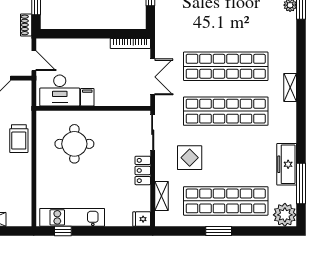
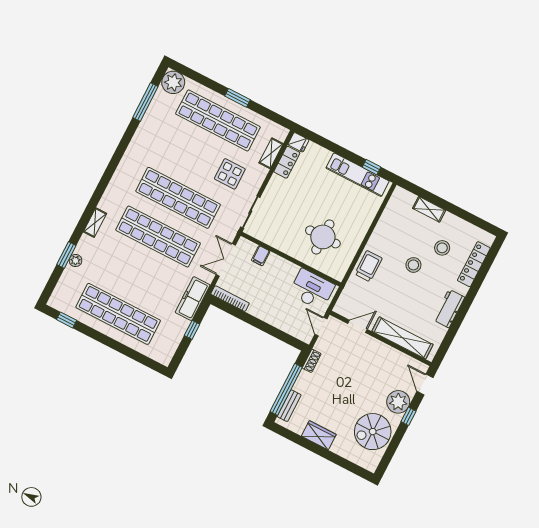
shelving: (290, 87) -> (95, 223), moved
filing cabinet: (87, 97) -> (261, 256), moved
freezer: (287, 164) -> (193, 299), moved, turned 180
locker: (143, 170) -> (287, 162), moved

